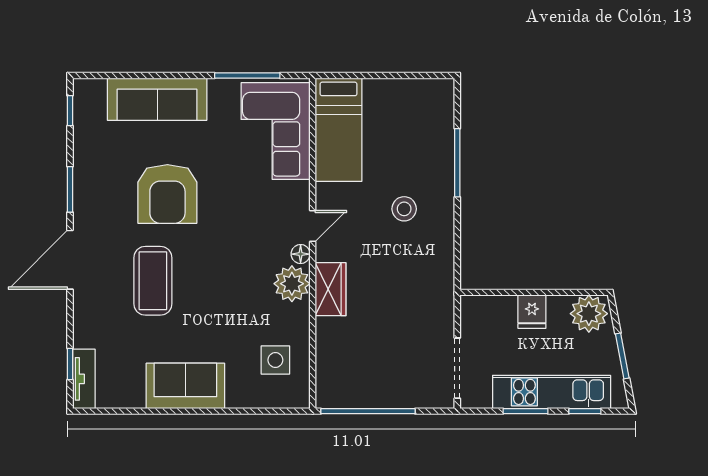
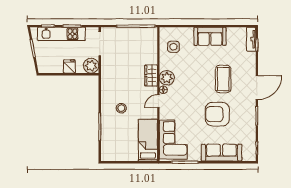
armchair: (167, 194) -> (217, 114), turned -90
plant: (589, 314) -> (91, 66), moved

